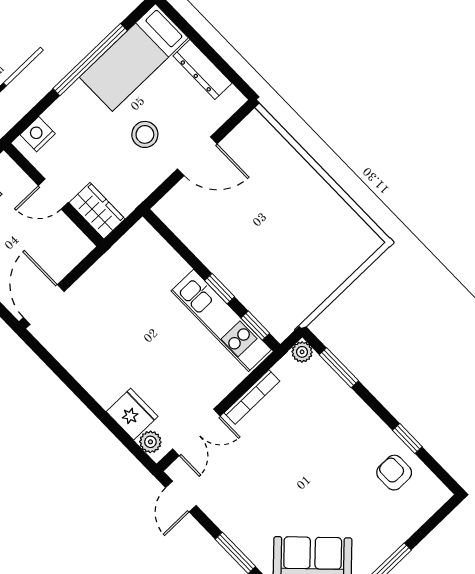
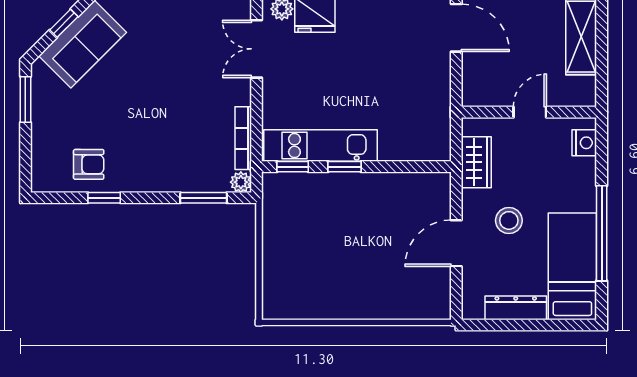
wardrobe: (97, 211) -> (476, 162), moved, turned -90
bookcase: (252, 397) -> (243, 138), moved

